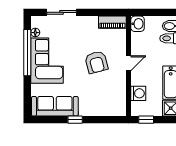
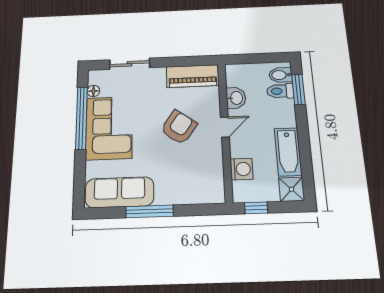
piano: (112, 22) -> (193, 76), width x1.37, depth x1.33
washbasin: (138, 24) -> (236, 98), moved
armchair: (96, 62) -> (179, 127), turned -130
window: (75, 120) -> (149, 211), width x2.17

